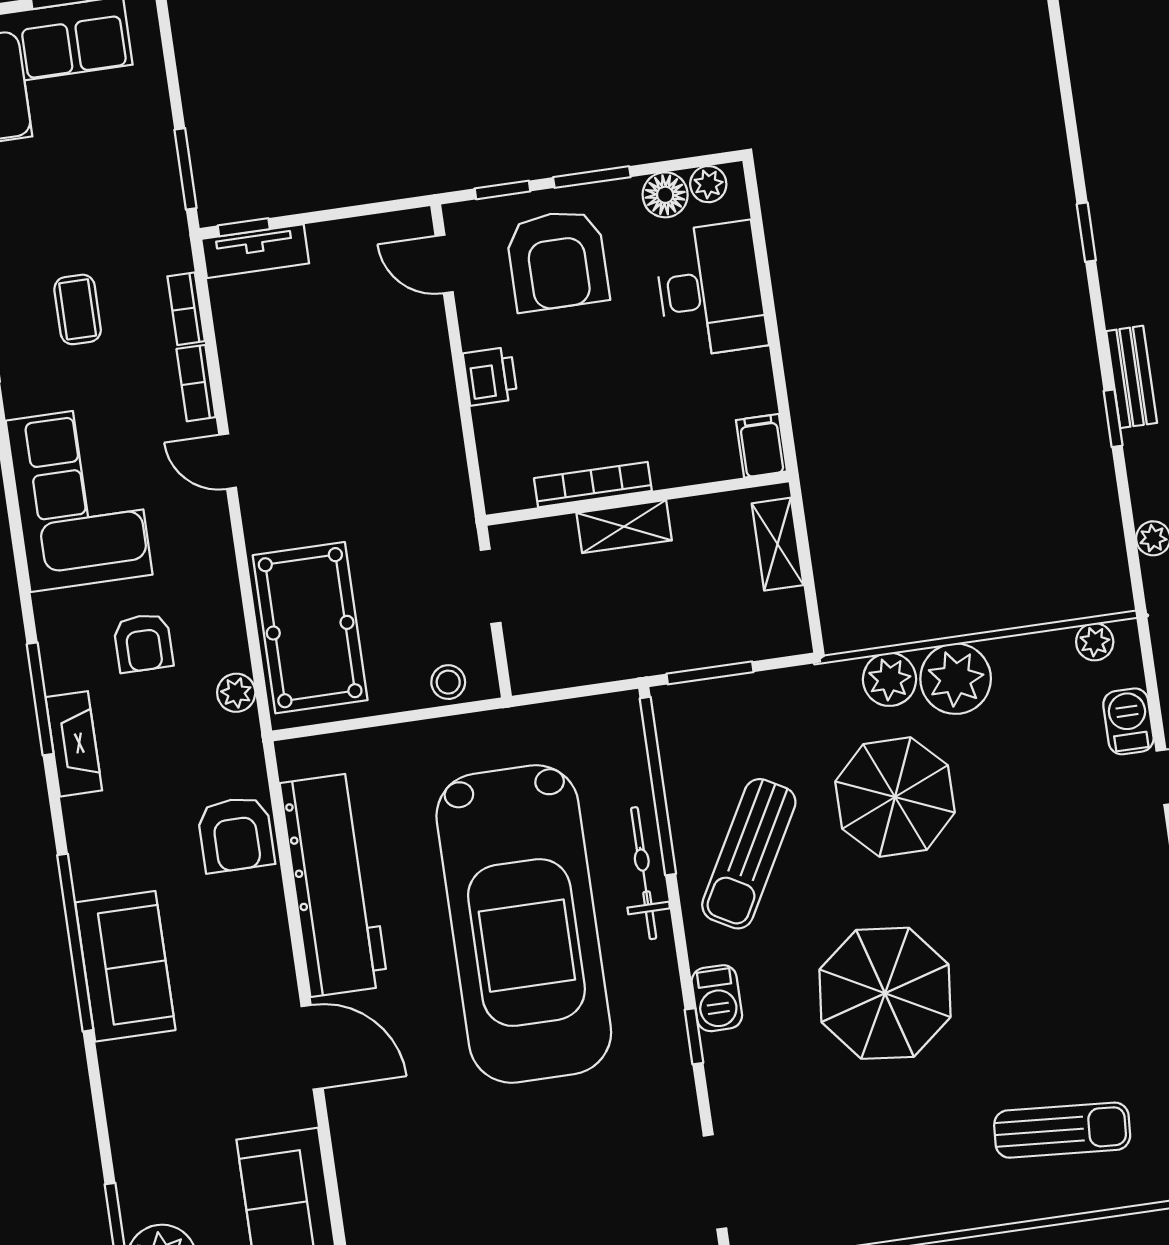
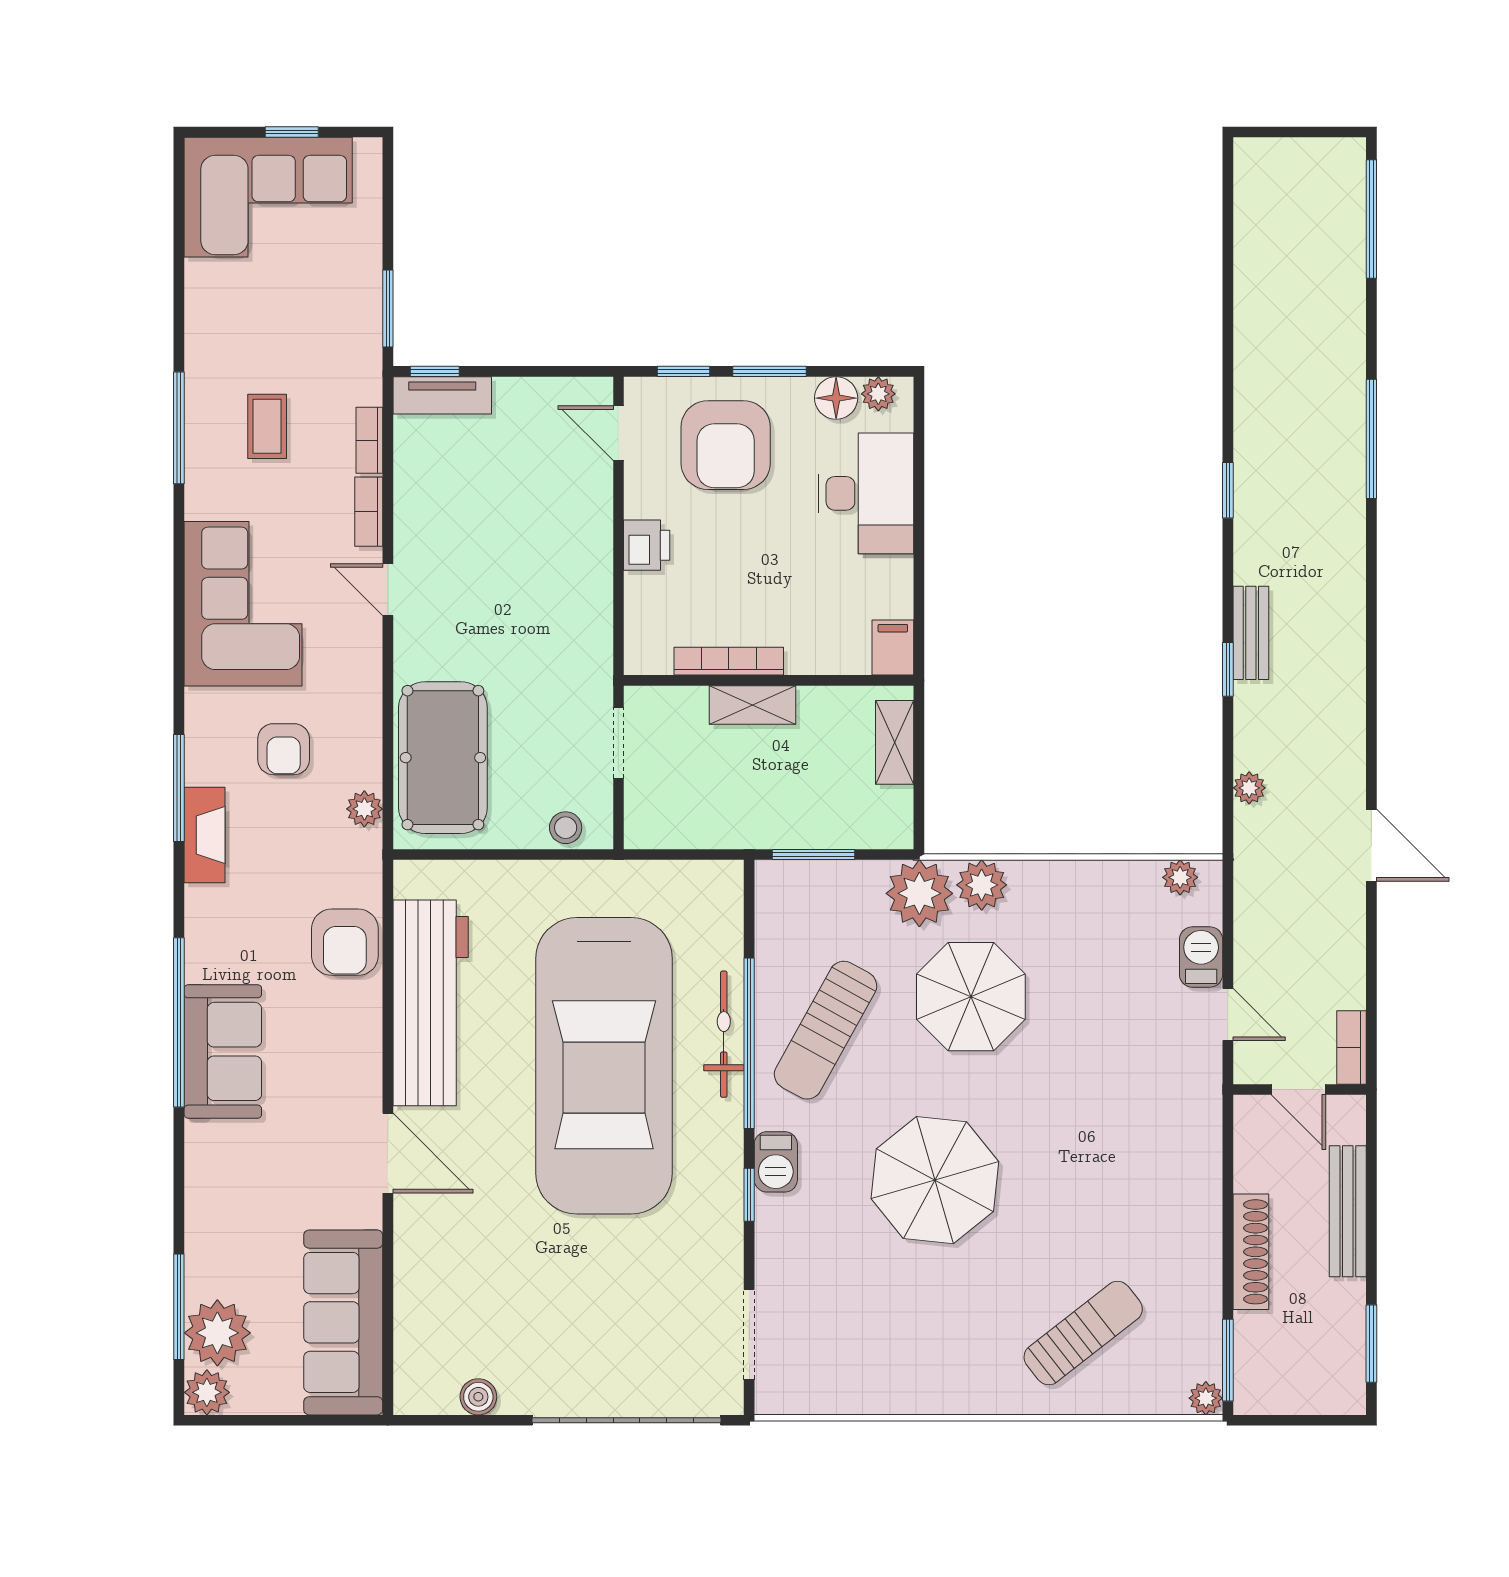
plant: (956, 679) -> (919, 893), moved
window: (658, 786) -> (749, 1043), moved
sun lounger: (1062, 1130) -> (1083, 1333), turned -42

